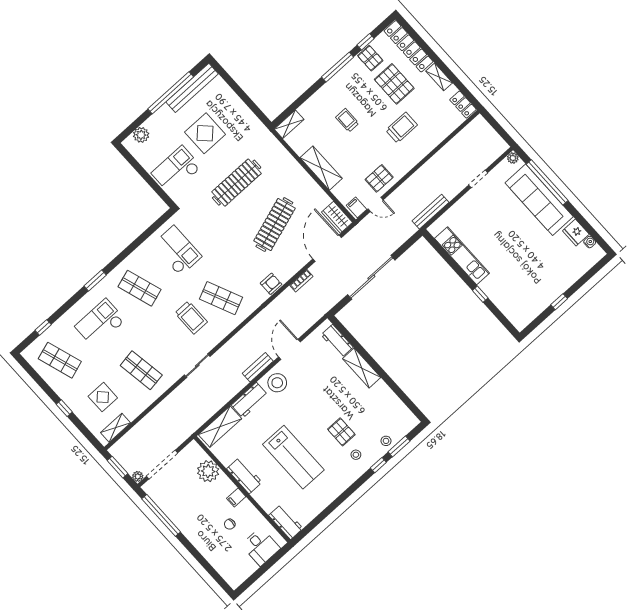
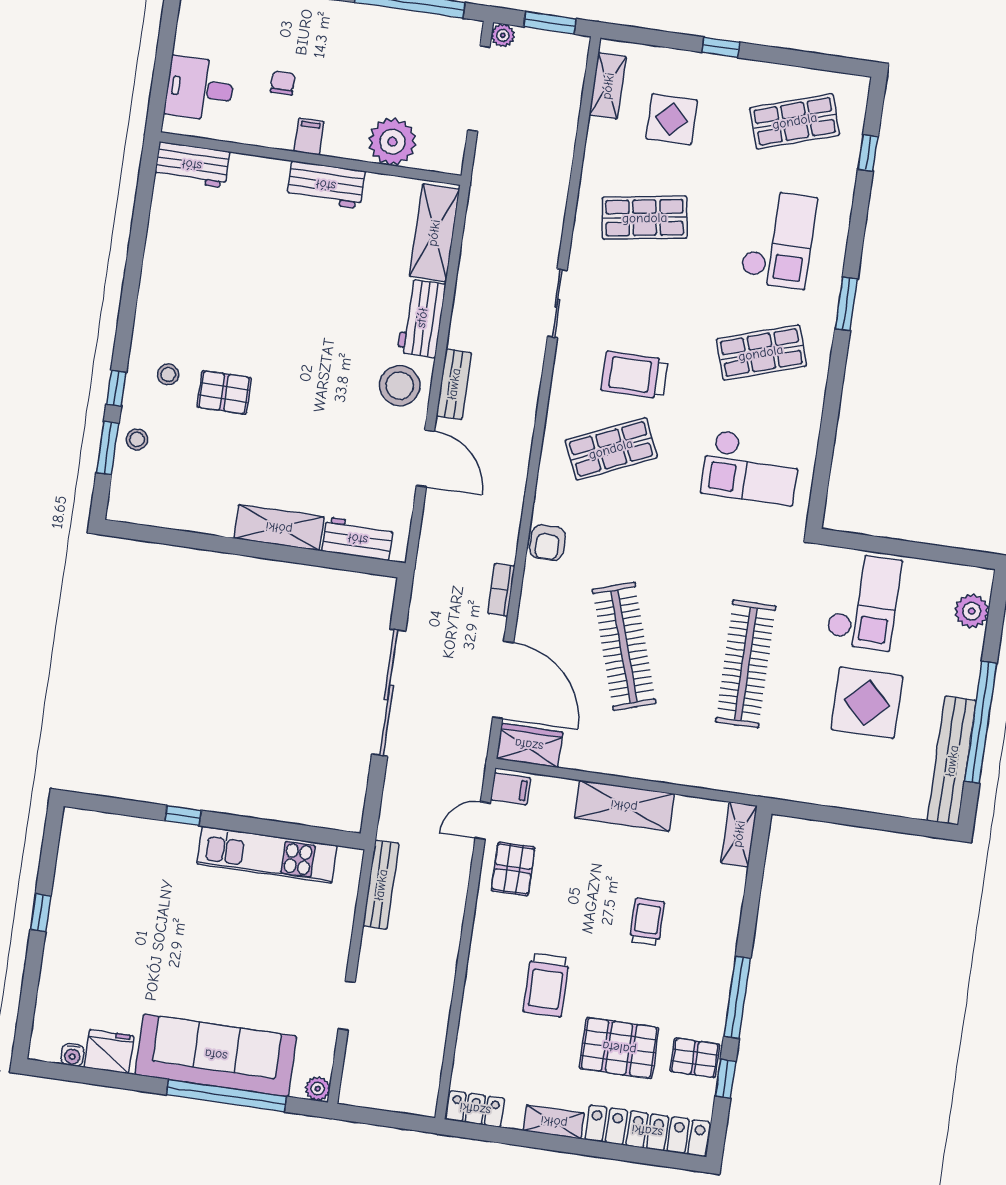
trolley: (347, 120) -> (647, 922), turned -90
lab bench: (293, 457) -> (269, 284), removed

